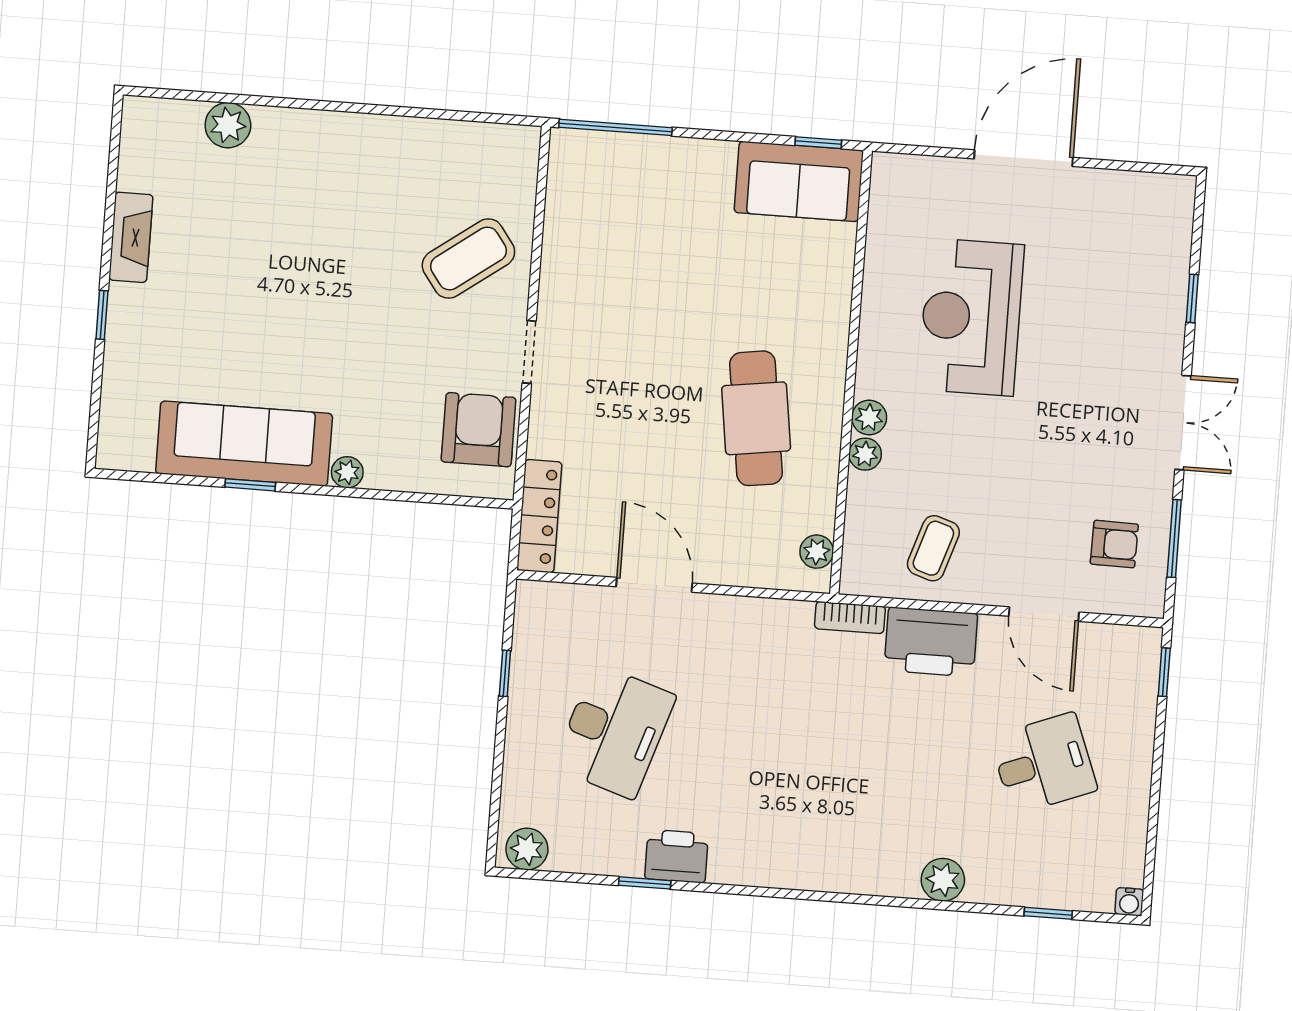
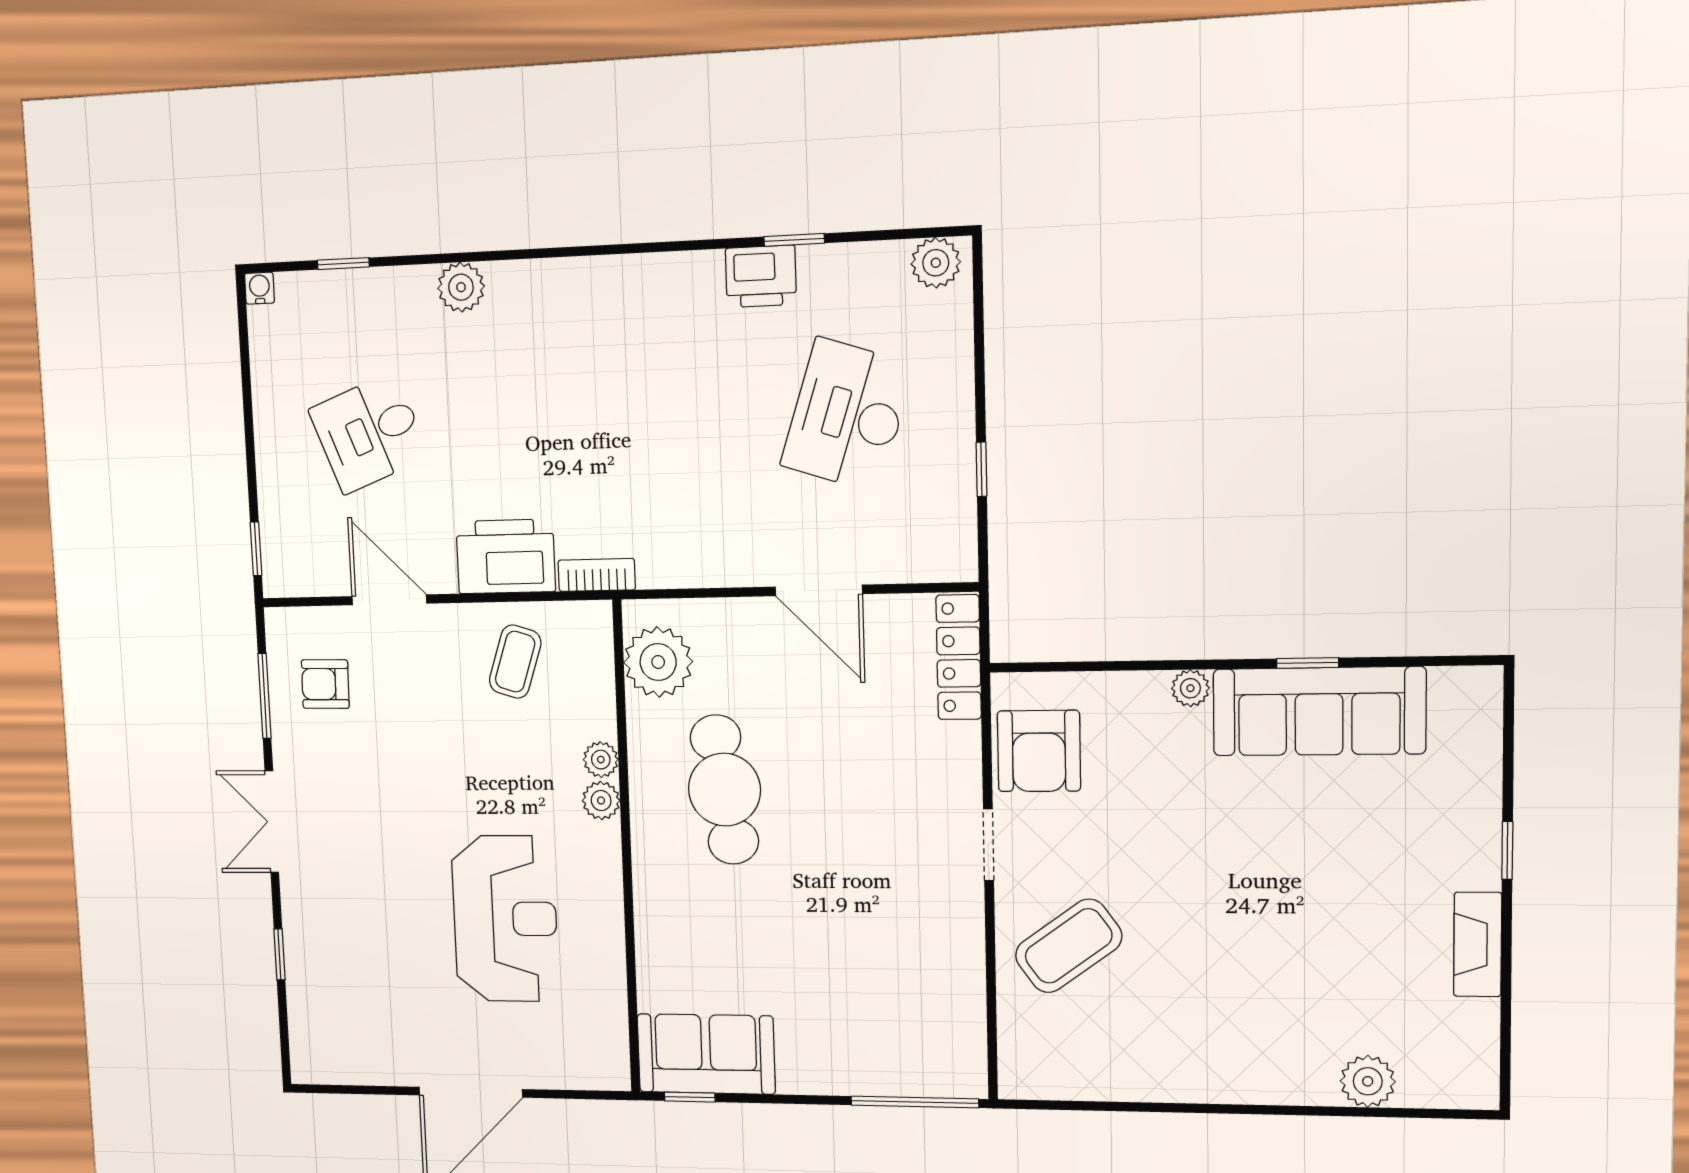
plant: (817, 552) -> (658, 662), width x1.87, depth x1.87

